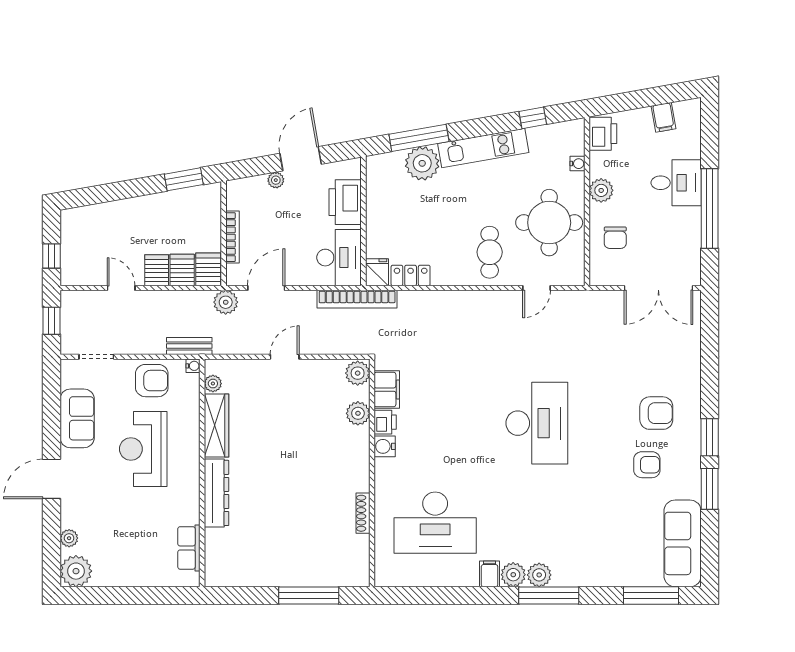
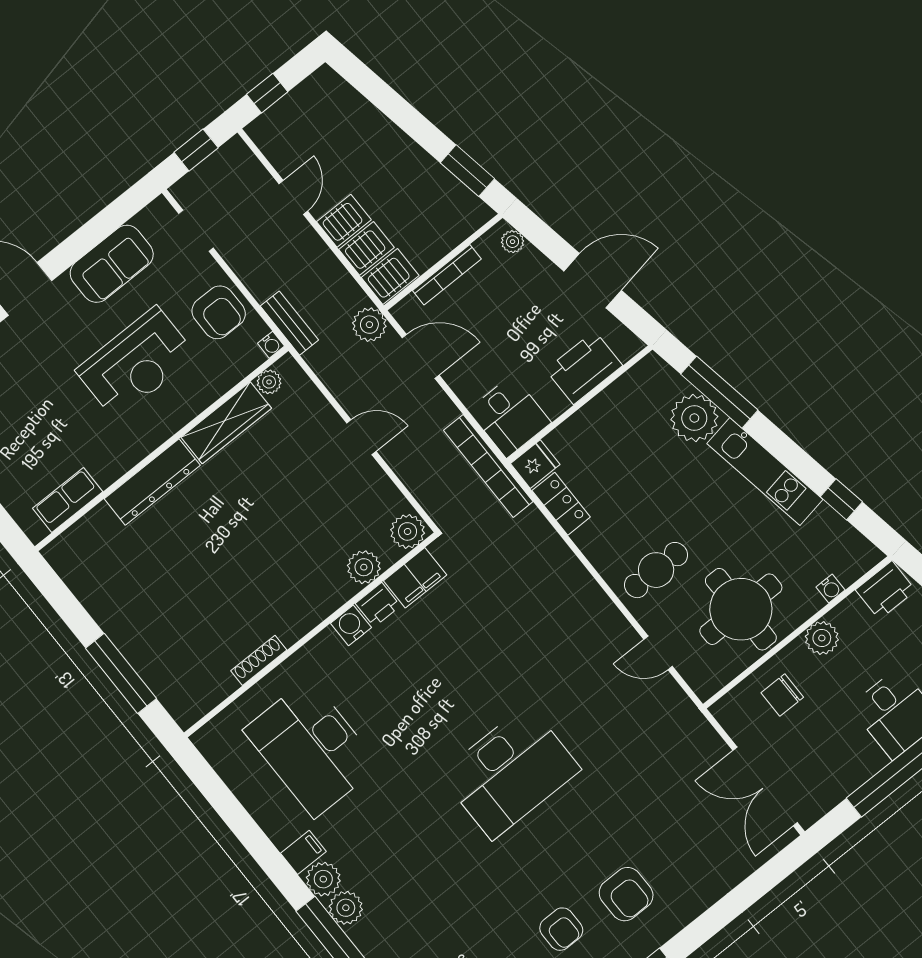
plant: (276, 180) -> (513, 242), moved
desk: (339, 258) -> (510, 416), width x0.73
reception desk: (143, 449) -> (136, 363), turned 180

